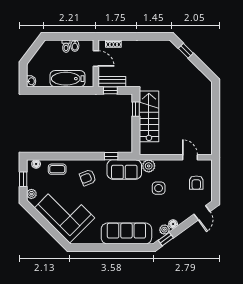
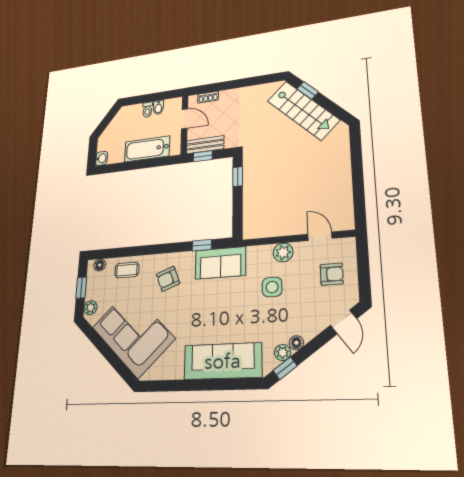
stairs: (149, 116) -> (303, 110), moved, turned 135
plant: (149, 166) -> (283, 252), moved
armchair: (196, 183) -> (332, 274), turned -90

